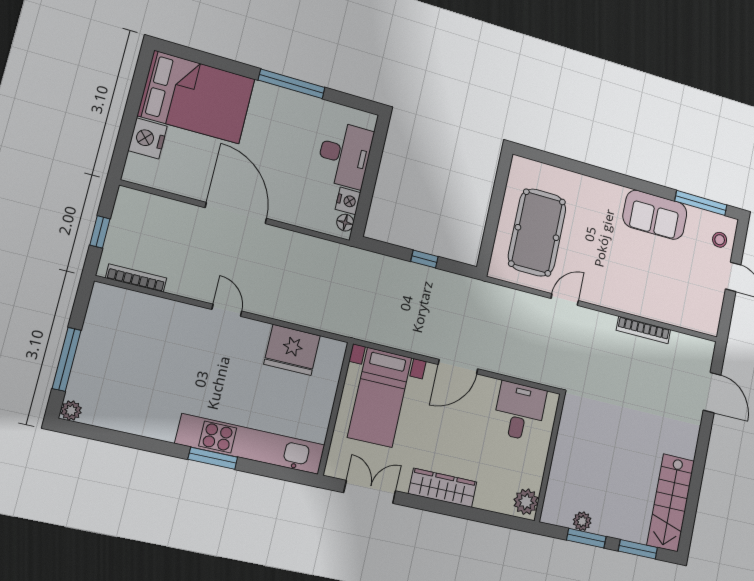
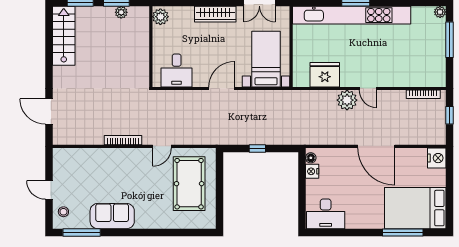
window: (292, 84) -> (403, 232), moved
nightstand: (148, 138) -> (437, 158), moved
desk: (345, 155) -> (326, 214), moved, turned -90
plant: (266, 300) -> (347, 100), added
bookcase: (643, 330) -> (123, 140), moved
kitchen unit: (251, 444) -> (352, 15), width x1.36

